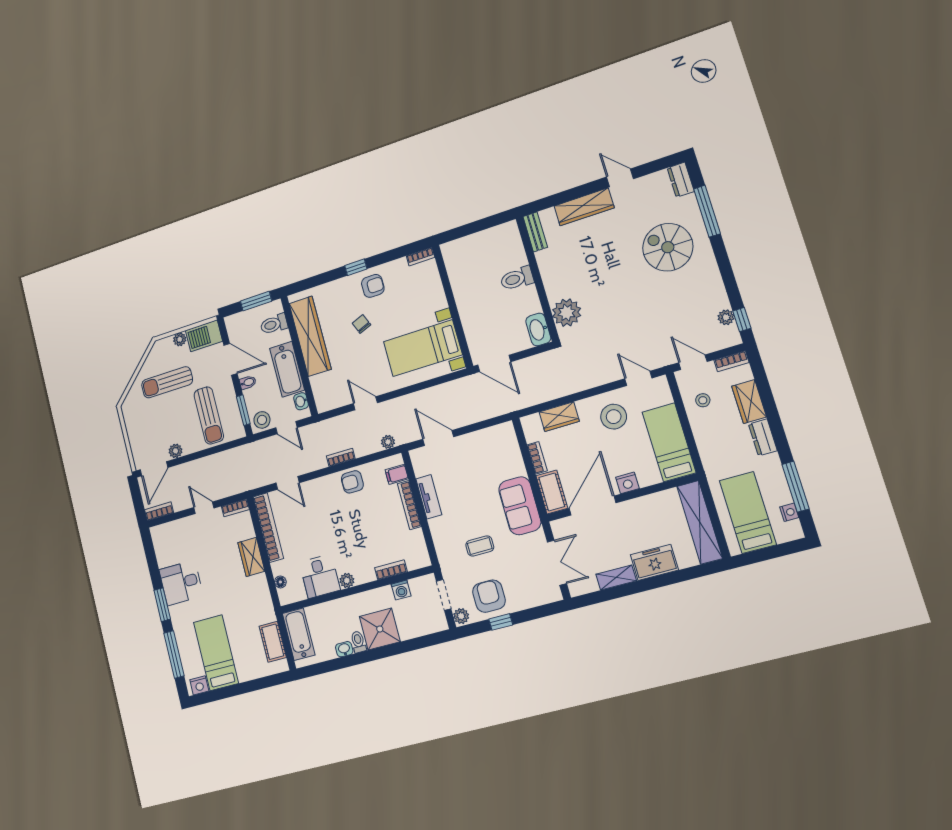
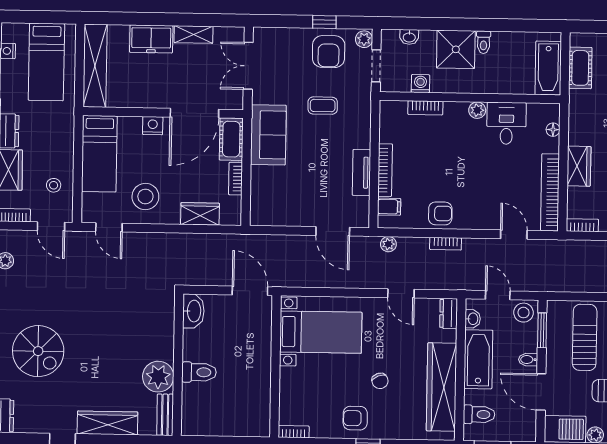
plant: (567, 313) -> (158, 377), moved
dresser: (322, 399) -> (449, 314), added
washbasin: (344, 649) -> (409, 37), moved

